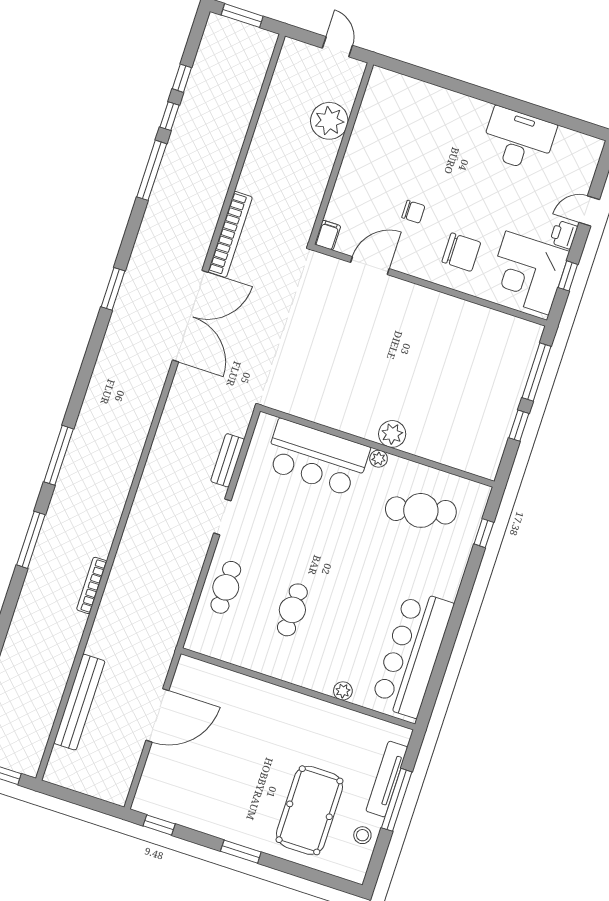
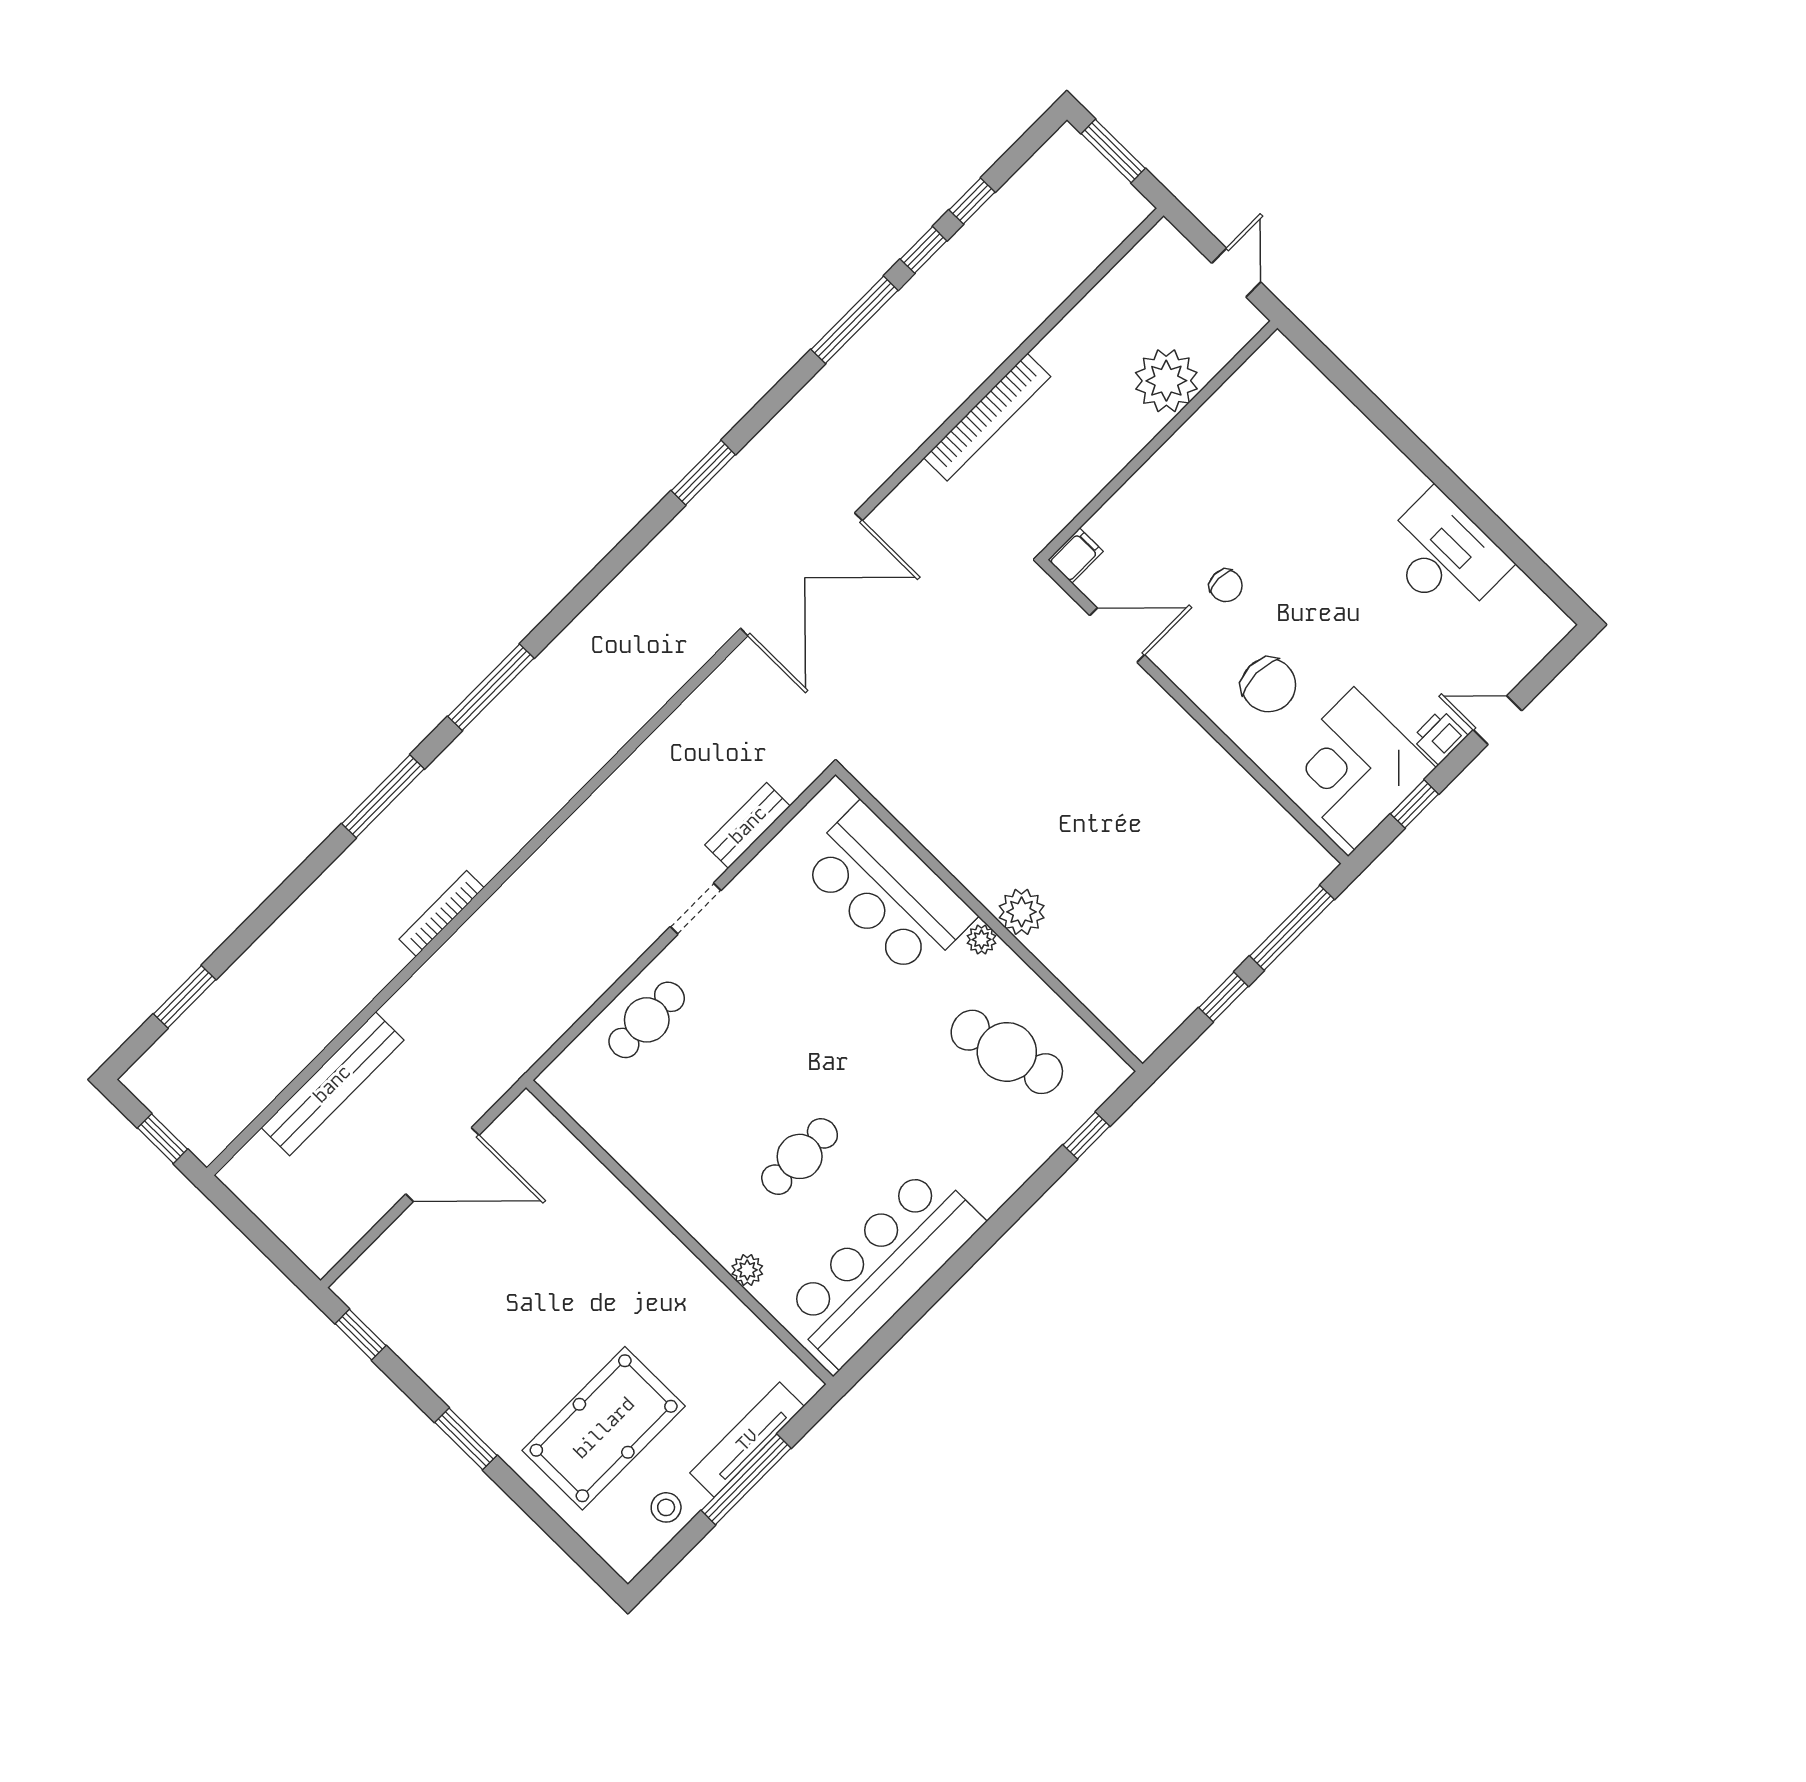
bookcase: (230, 234) -> (987, 417), moved
cafe table: (292, 610) -> (800, 1156), moved

